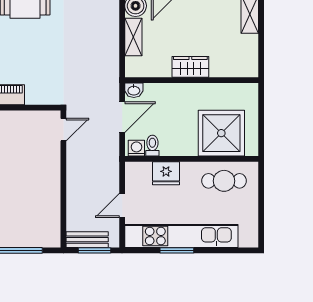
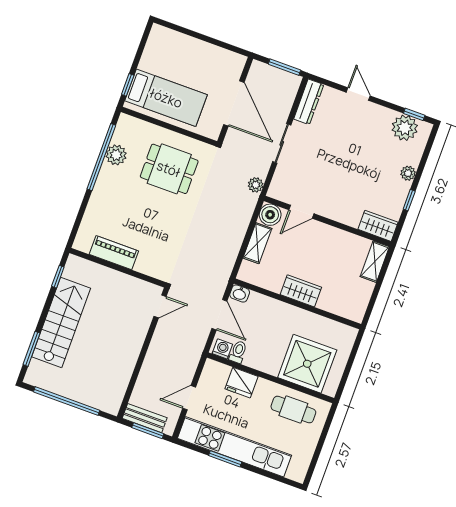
door: (122, 117) -> (219, 315), hinge flipped

